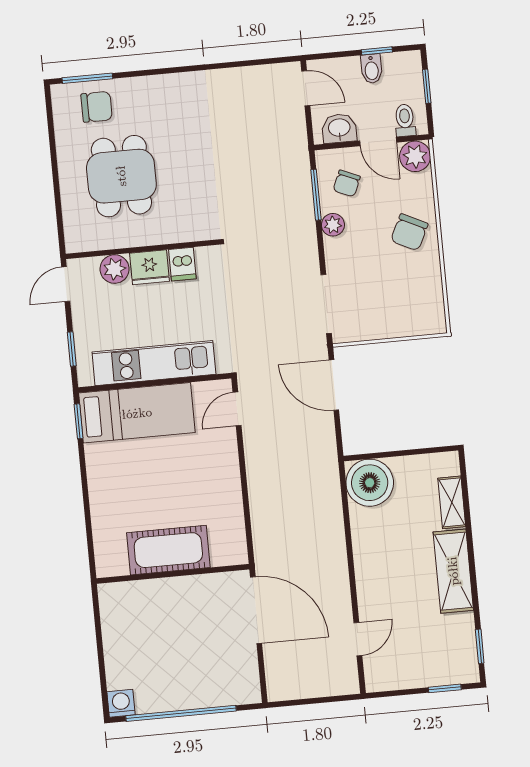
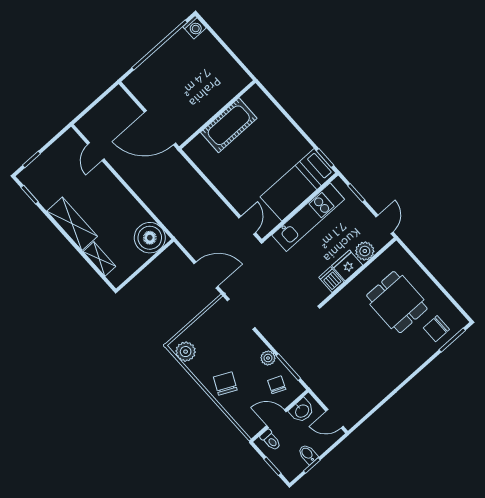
plant: (415, 156) -> (186, 352), moved

